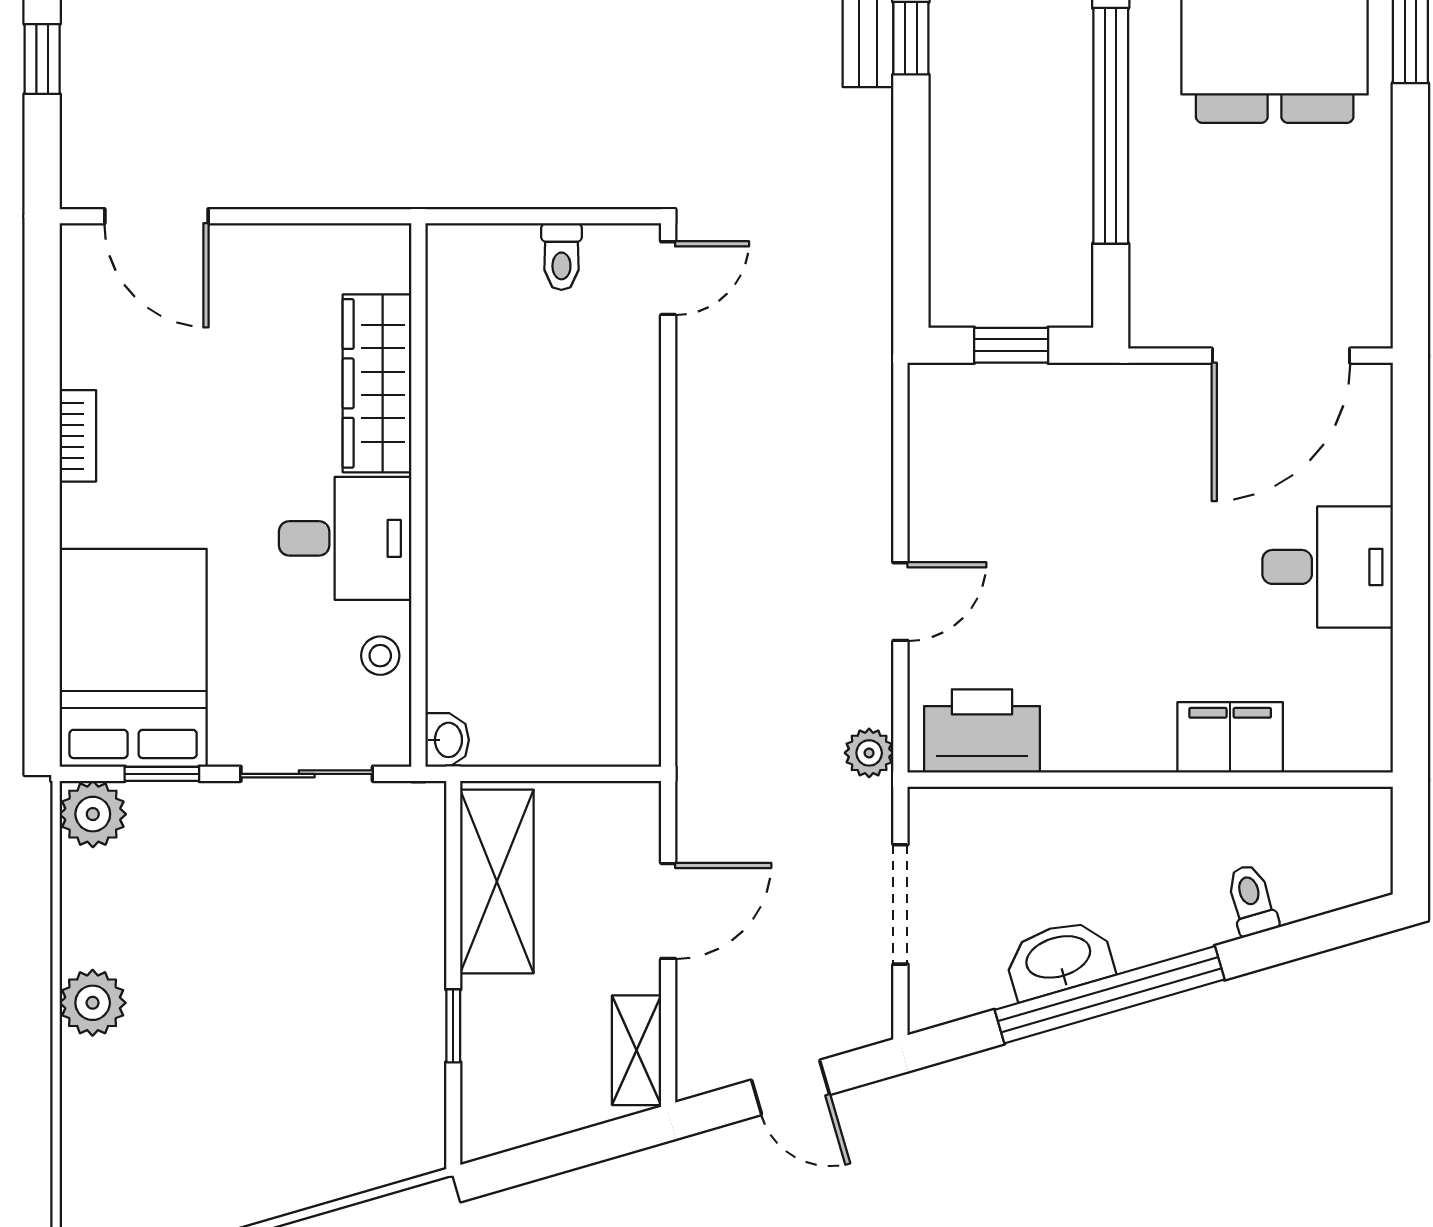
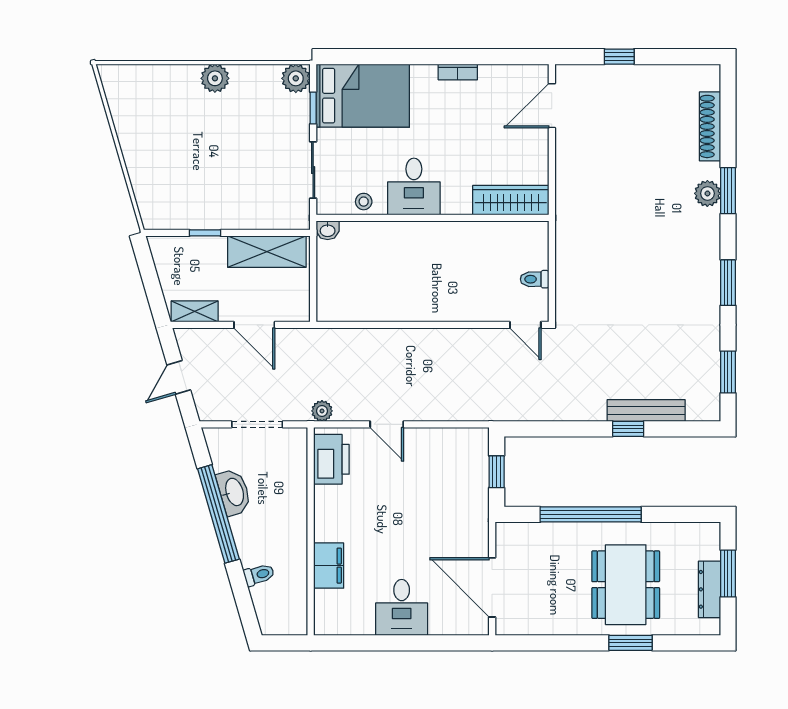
wardrobe: (377, 383) -> (511, 200), moved

